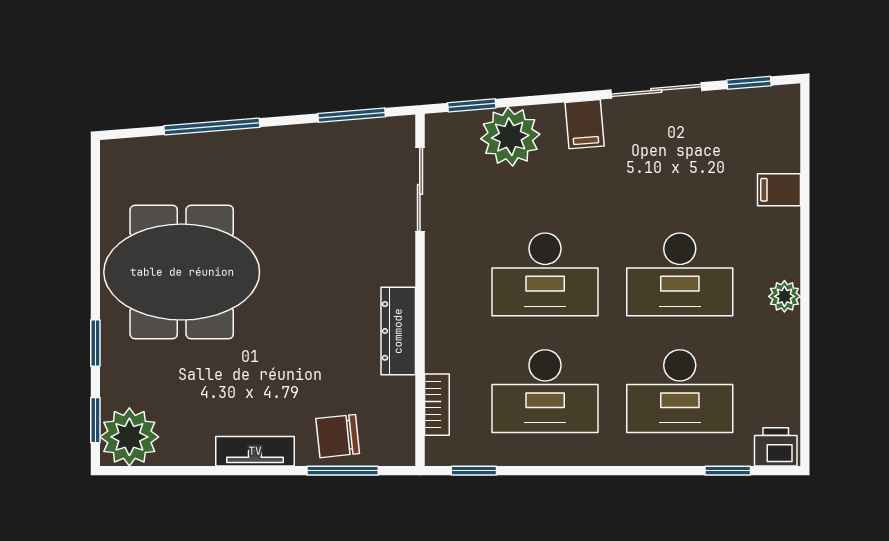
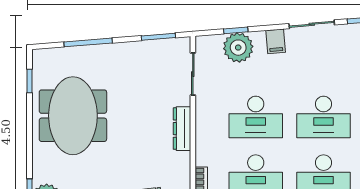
window: (472, 105) -> (236, 30), moved
meeting table: (182, 272) -> (73, 116), turned 90
dresser: (398, 331) -> (182, 129), moved
window: (95, 343) -> (30, 81), moved

